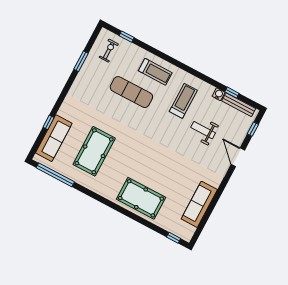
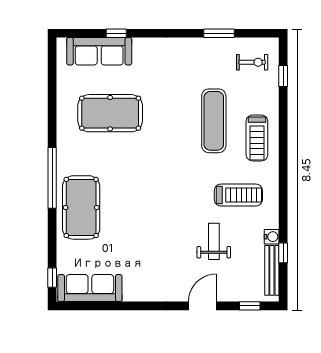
window: (55, 175) -> (52, 178), moved
sofa: (199, 204) -> (90, 288), moved

